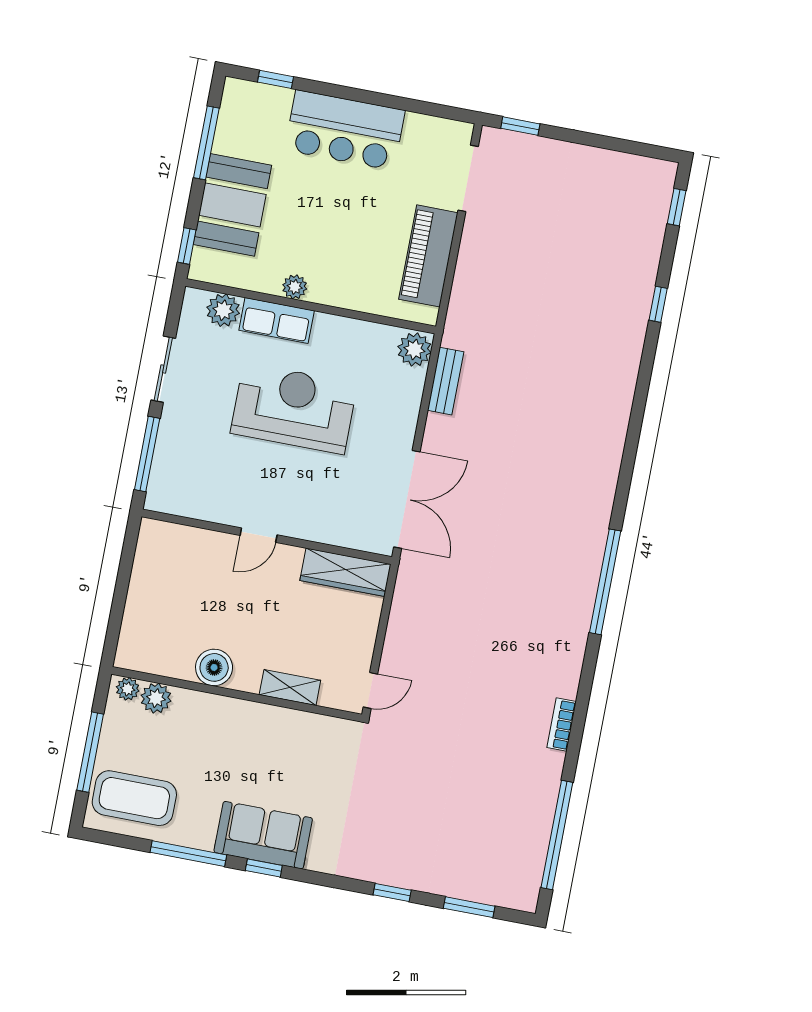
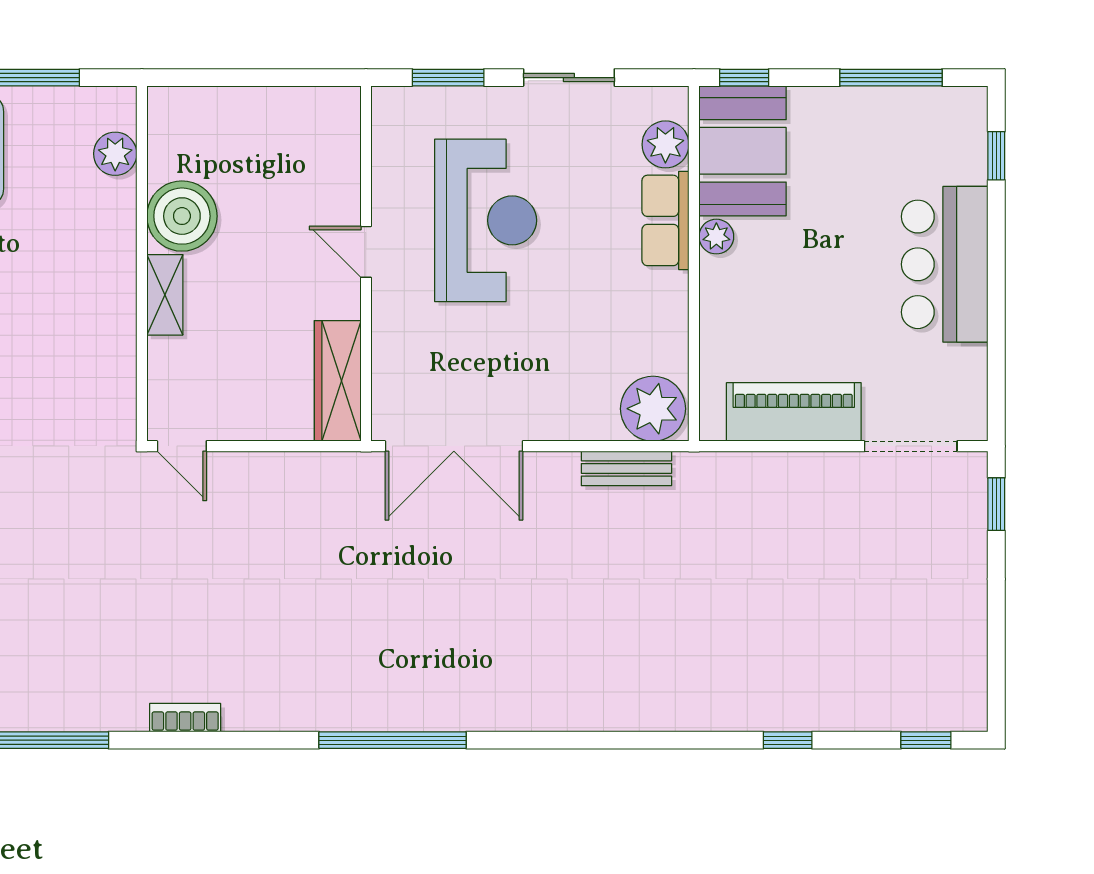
booth: (232, 205) -> (743, 151), moved, turned 90
plant: (414, 349) -> (653, 409), width x1.36, depth x1.36
reception desk: (294, 408) -> (486, 220), moved
window: (147, 454) -> (448, 78), width x0.69
boiler: (214, 667) -> (182, 216), width x1.37, depth x1.37
shelving: (290, 687) -> (165, 295), moved
plant: (128, 689) -> (120, 112), removed

